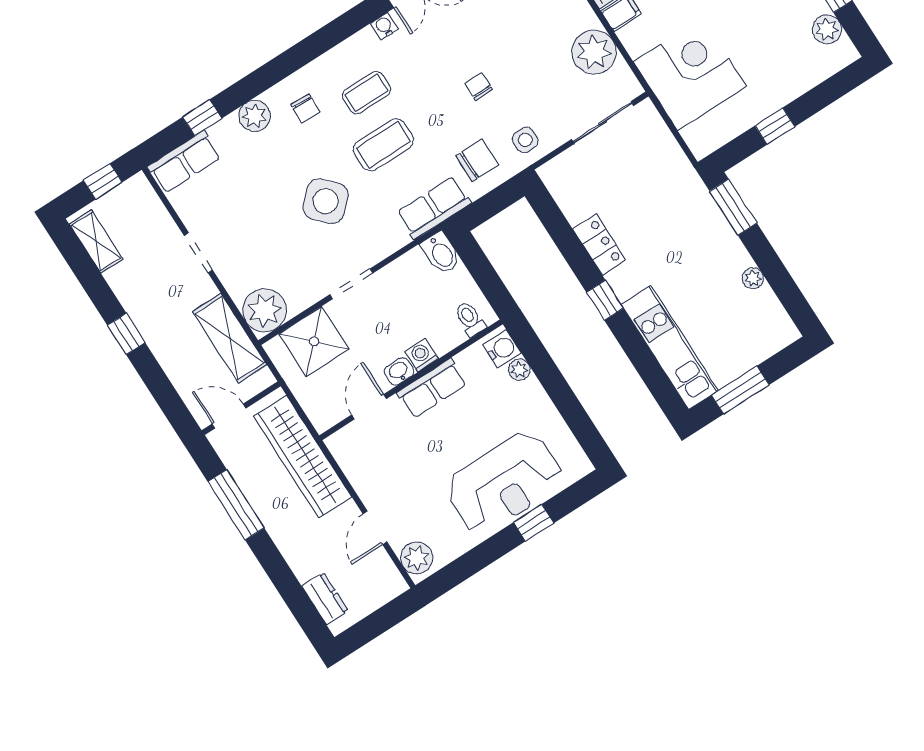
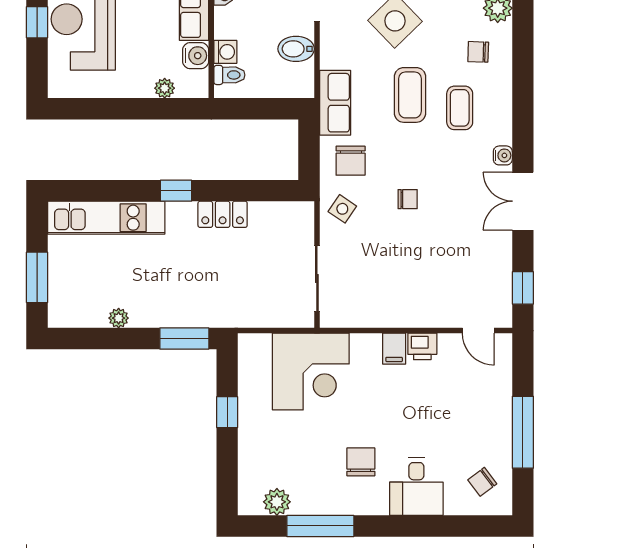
plant: (594, 52) -> (377, 307), removed
side table: (525, 140) -> (342, 209), turned 34
bidet: (441, 253) -> (296, 49), moved
water cooler: (502, 349) -> (196, 56), moved, turned -90
washing machine: (422, 355) -> (225, 52), moved
window: (740, 390) -> (37, 277), moved

